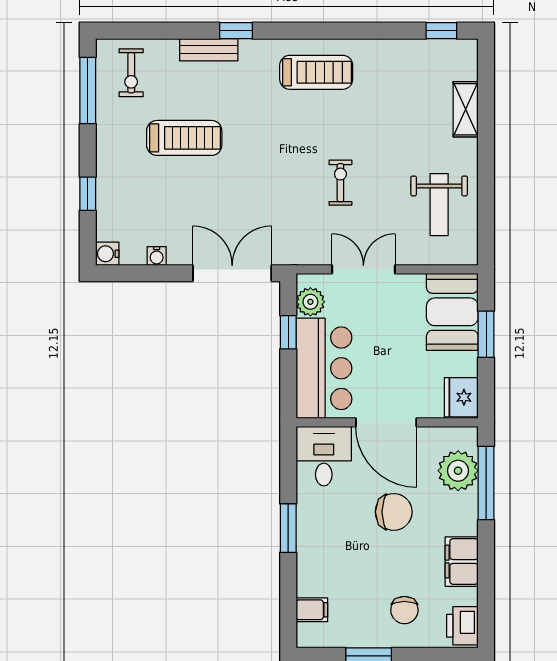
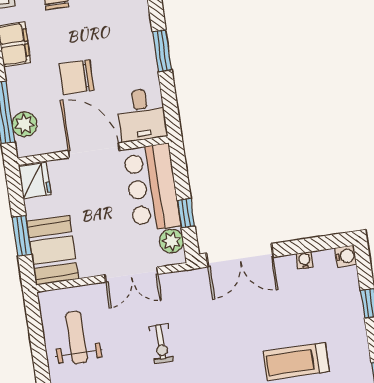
plant: (458, 471) -> (25, 124), width x0.73, depth x0.73

